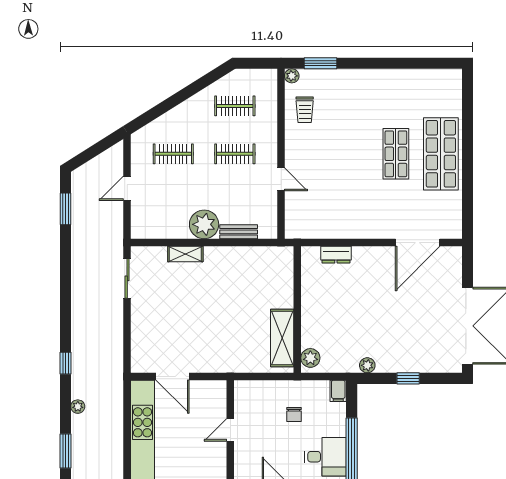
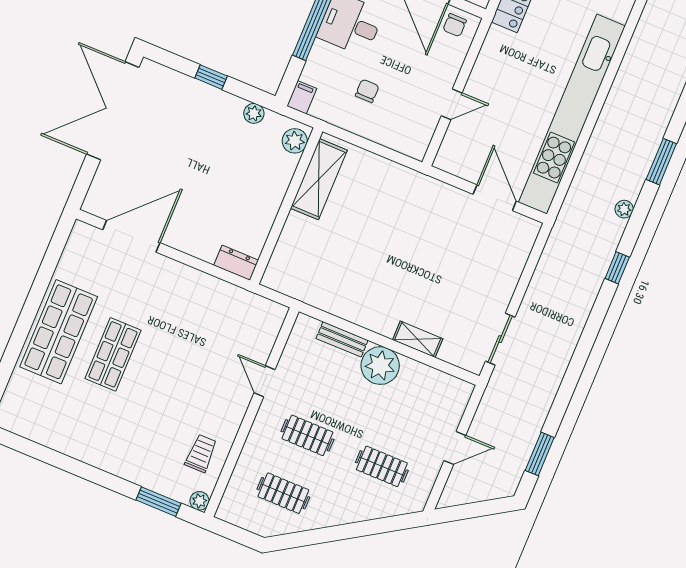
wall: (297, 310) -> (286, 206), moved
shelving: (282, 338) -> (319, 179), moved
plant: (310, 358) -> (295, 141), moved

